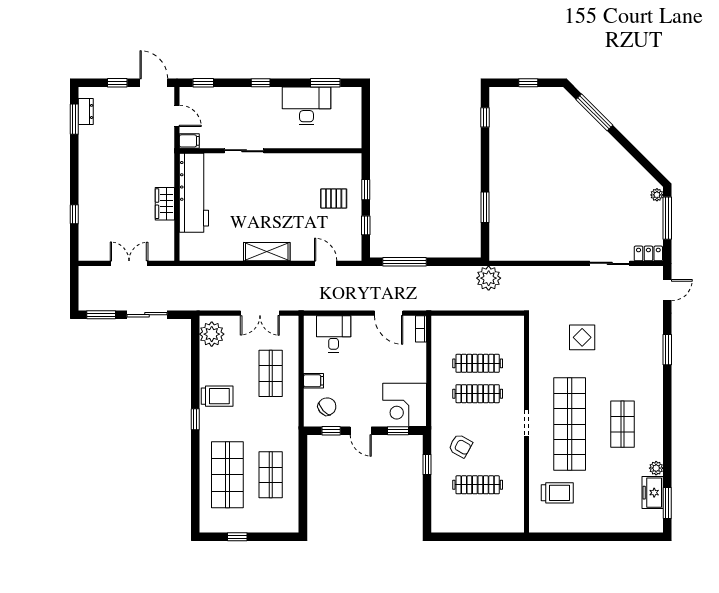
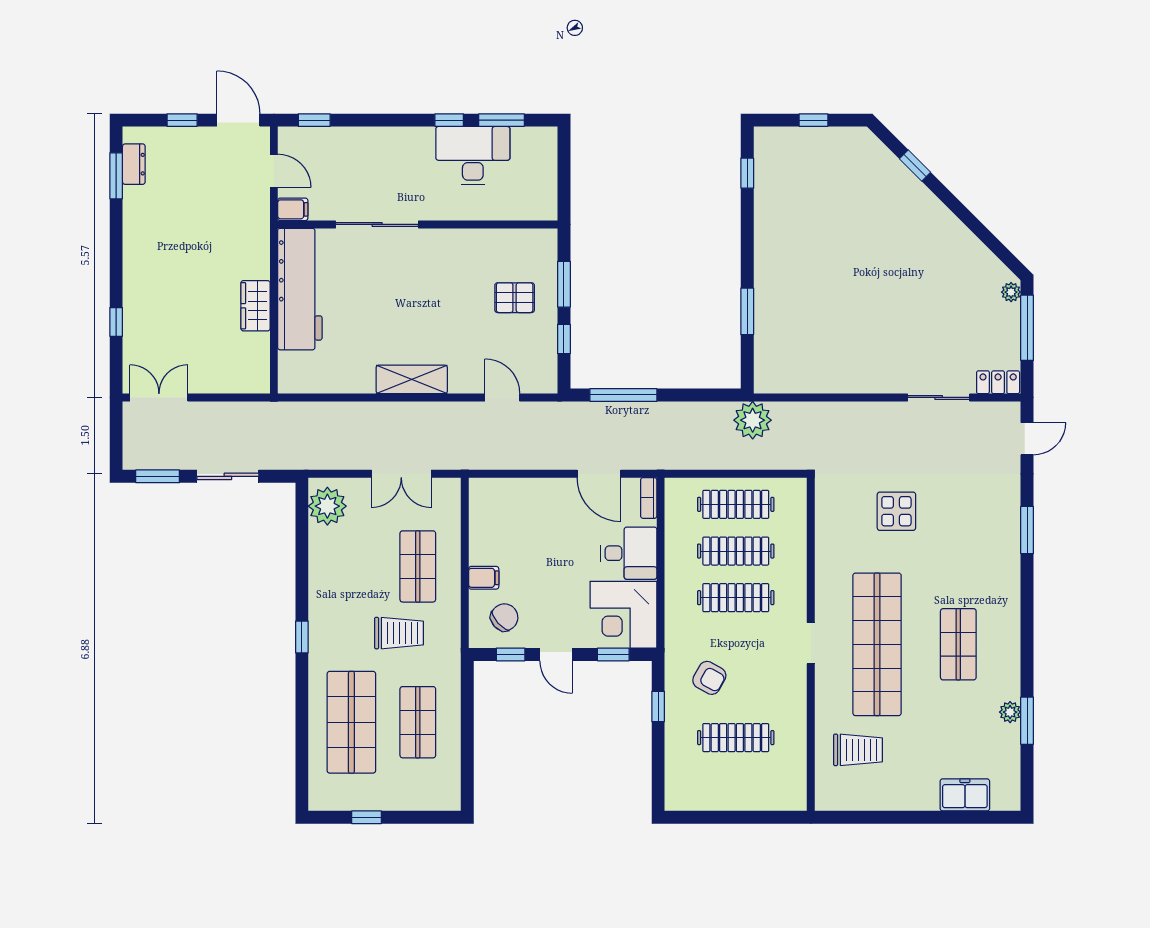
window: (261, 83) -> (449, 120), moved
window: (594, 112) -> (915, 165), width x0.46
sliding door: (244, 151) -> (377, 224), width x1.37
window: (366, 190) -> (564, 284), width x1.50
double door: (129, 263) -> (159, 397), moved
clothes rail: (478, 333) -> (736, 504), added
desk: (334, 334) -> (629, 553), moved, turned 90
trolley: (217, 396) -> (399, 633), moved
freezer: (653, 493) -> (965, 795), moved, turned 90
window: (667, 503) -> (1027, 721), moved

